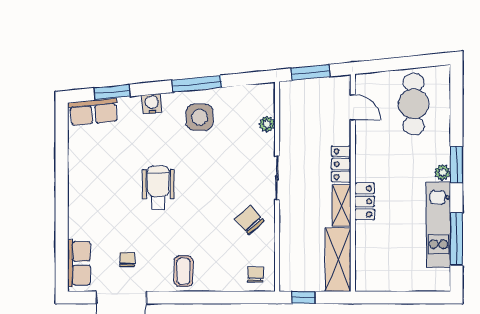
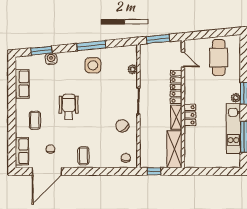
water cooler: (152, 104) -> (51, 59), moved
row of seats: (93, 112) -> (22, 84), moved, turned -84
locker: (341, 164) -> (176, 87), width x1.53
coffee table: (101, 211) -> (35, 120), added

